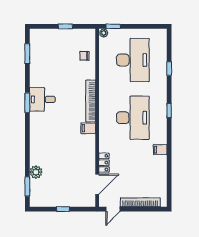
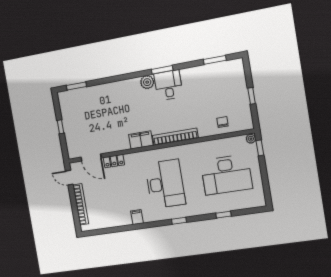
desk: (133, 118) -> (165, 184), turned -90
filing cabinet: (88, 128) -> (141, 140), width x2.00
plant: (36, 172) -> (147, 82), moved

